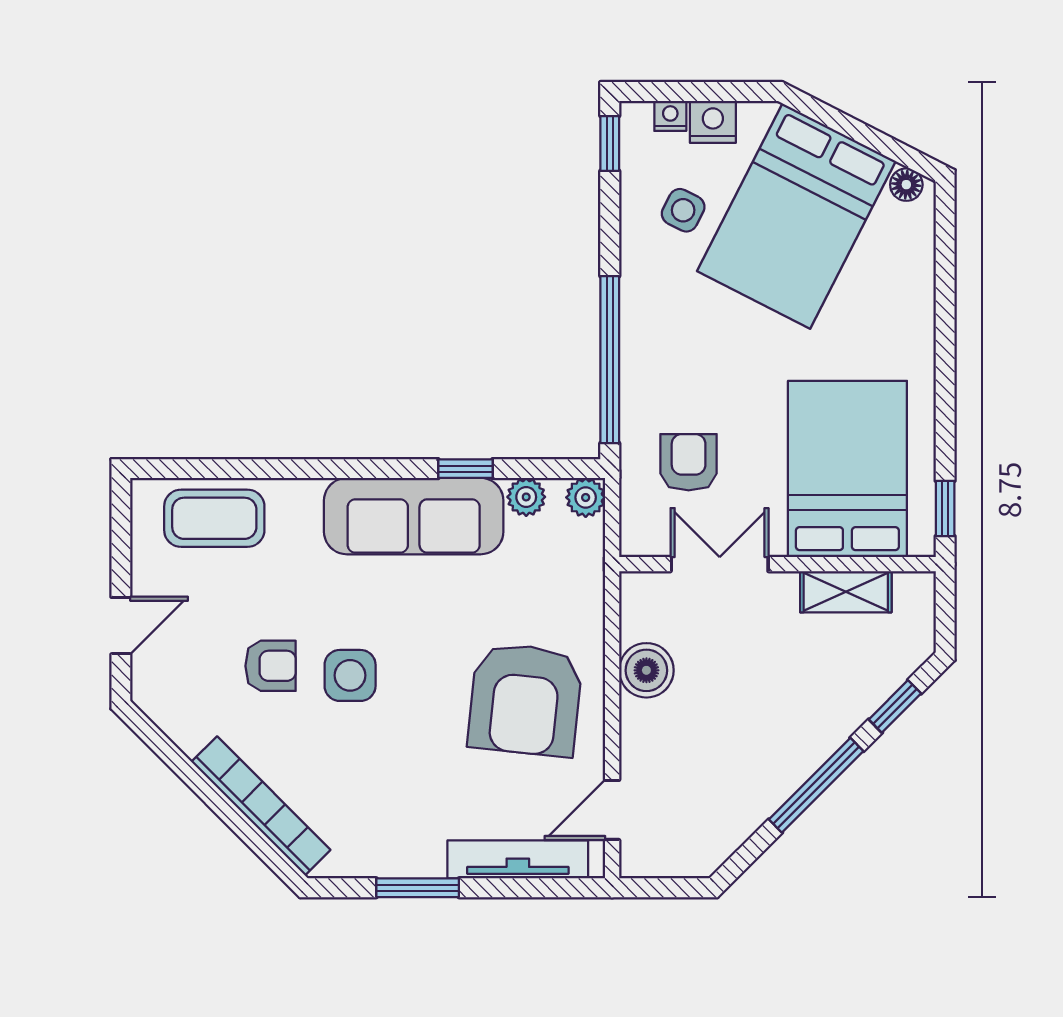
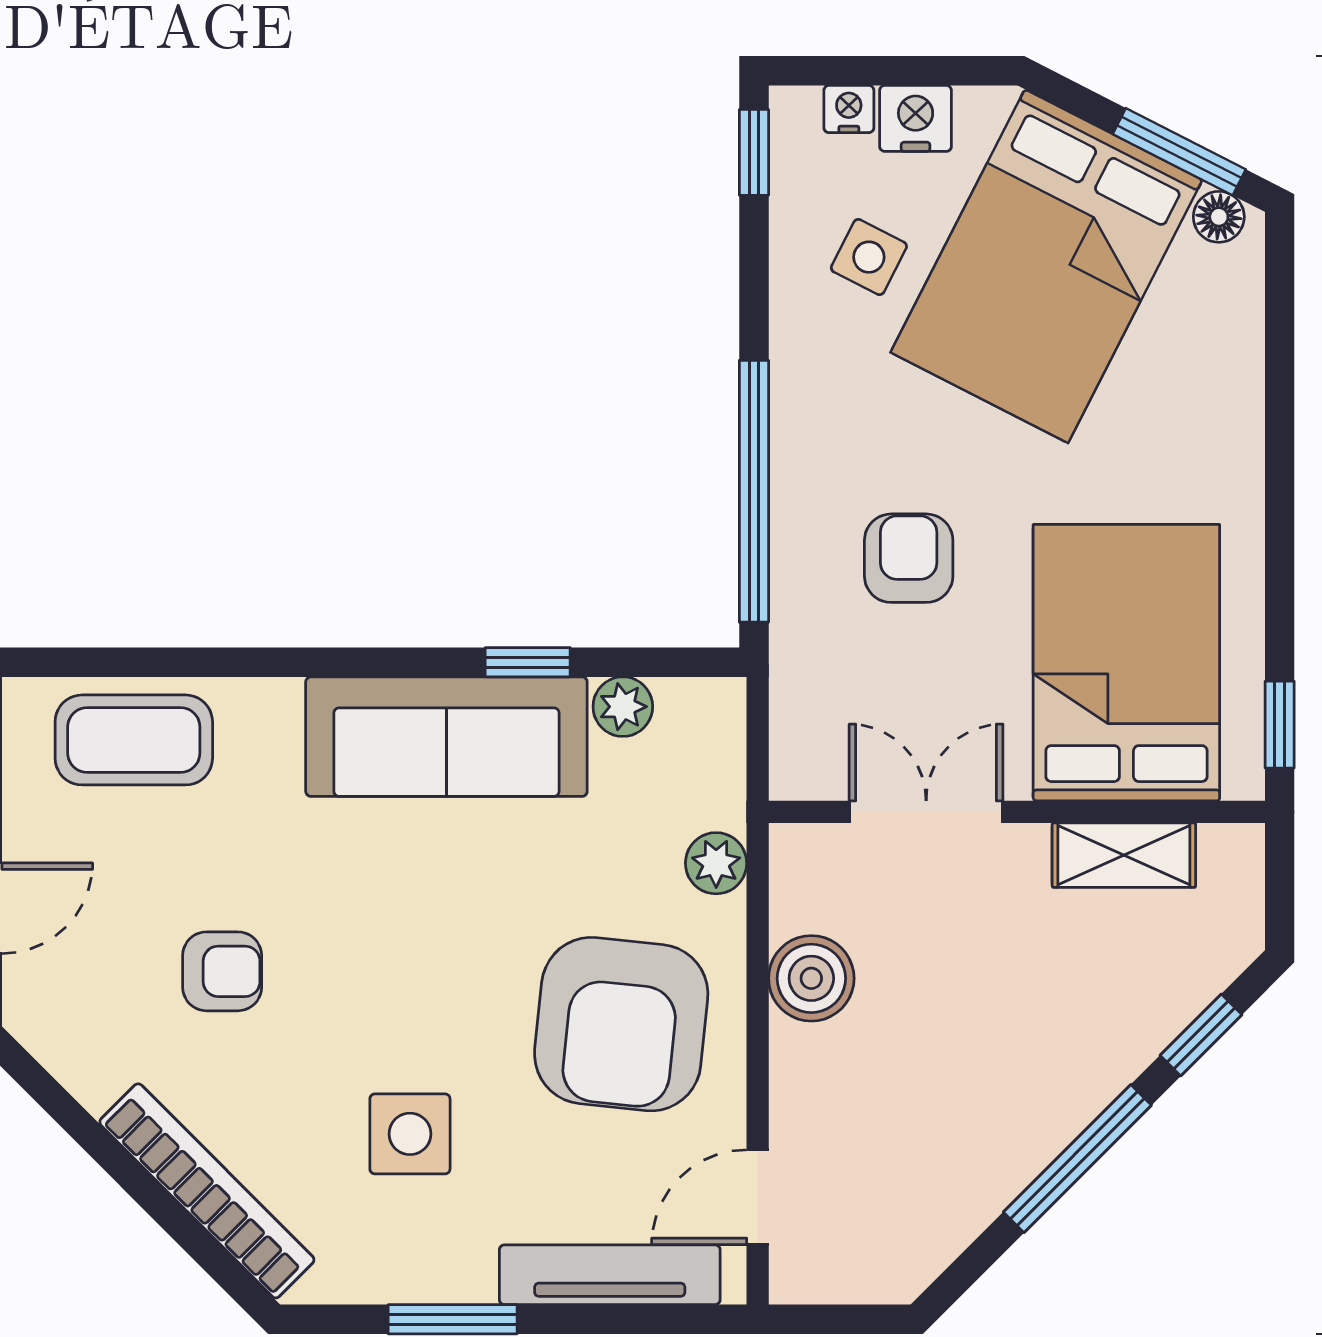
window: (881, 143) -> (1179, 152), added
armchair: (689, 462) -> (909, 558), moved
plant: (586, 497) -> (716, 863), moved
side table: (350, 675) -> (410, 1134), moved

